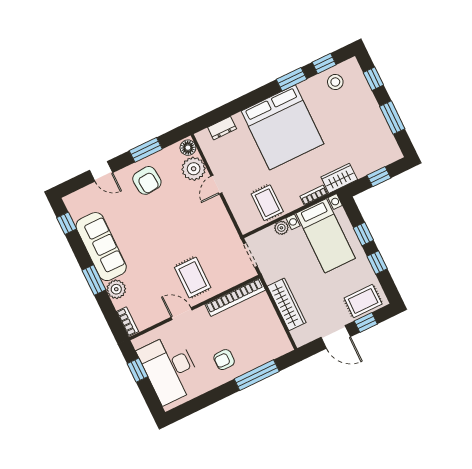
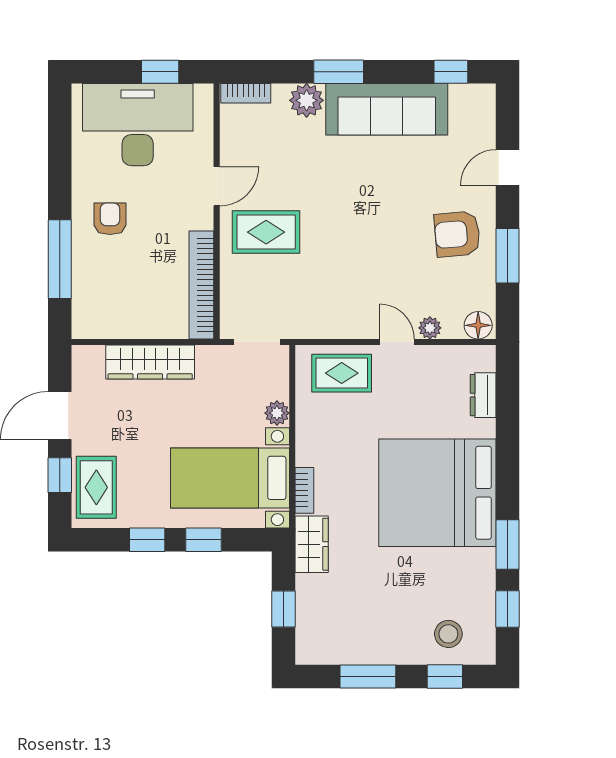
stool: (335, 82) -> (448, 634), moved
plant: (194, 169) -> (430, 328), width x0.53, depth x0.53
rug: (267, 203) -> (342, 373), moved

